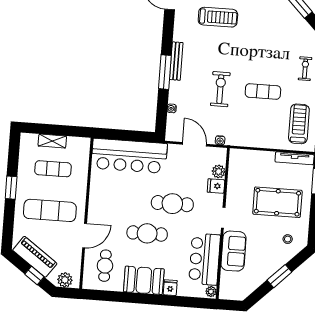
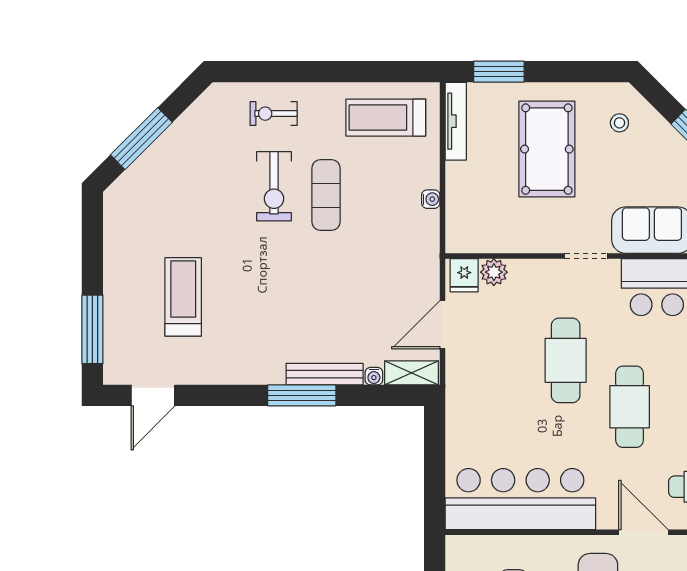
bench: (176, 61) -> (325, 374), moved
exercise bike: (220, 89) -> (274, 186), moved, turned -90
shelving: (172, 127) -> (412, 373), added
water cooler: (220, 140) -> (431, 199), moved
bar counter: (129, 156) -> (520, 499), moved, turned -90
fridge: (216, 186) -> (464, 275), moved

